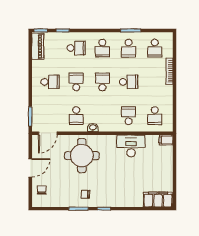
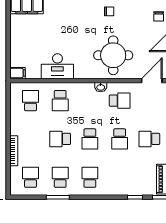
school desk: (76, 48) -> (120, 177), removed
school desk: (76, 116) -> (120, 101), turned 90

